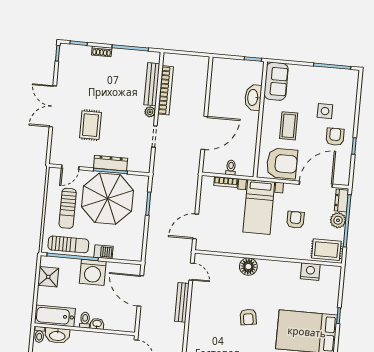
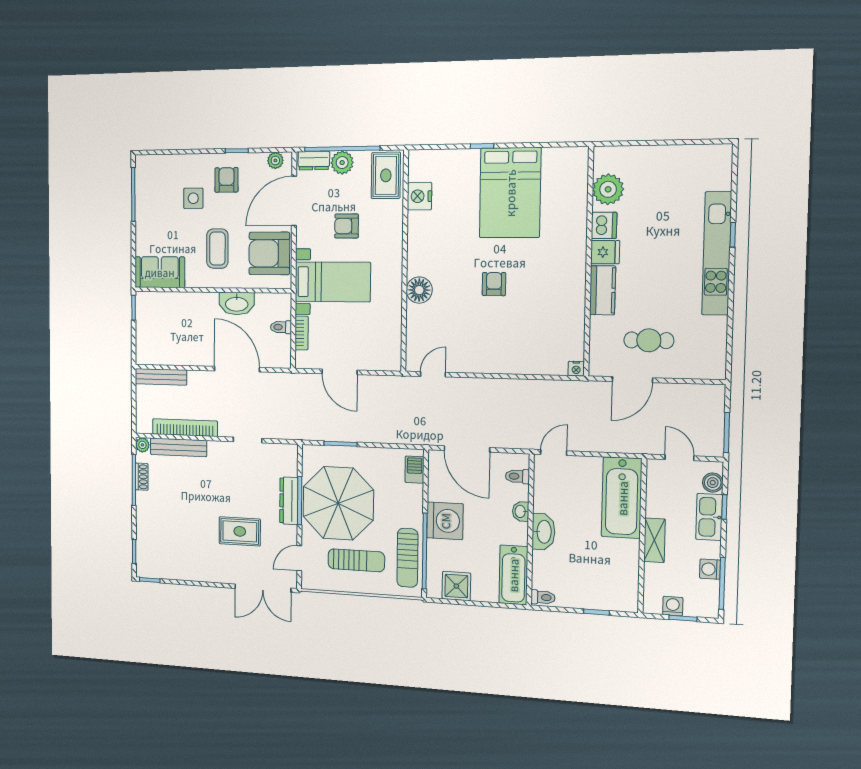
shoe rack: (102, 51) -> (142, 477), moved
washbasin: (253, 97) -> (237, 304), moved
double door: (53, 106) -> (263, 588), moved
plant: (150, 112) -> (142, 445), moved
coffee table: (289, 126) -> (217, 249), turned 90
armchair: (335, 137) -> (226, 180), turned 90
armchair: (282, 163) -> (269, 253), turned -90
door: (70, 167) -> (299, 558), swing flipped
plant: (344, 173) -> (275, 160), added
door: (316, 184) -> (294, 201), hinge flipped
door: (196, 227) -> (340, 372), moved
sun lounger: (68, 244) -> (407, 558), turned 180
barbecue: (104, 252) -> (415, 470), moved
door: (140, 291) -> (467, 449), hinge flipped
bench: (182, 302) -> (161, 377), moved
armchair: (248, 317) -> (494, 284), turned -81
toilet: (85, 320) -> (517, 476), moved
washbasin: (57, 336) -> (543, 532), moved

